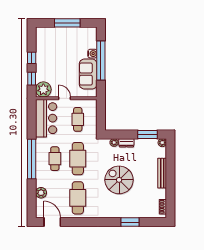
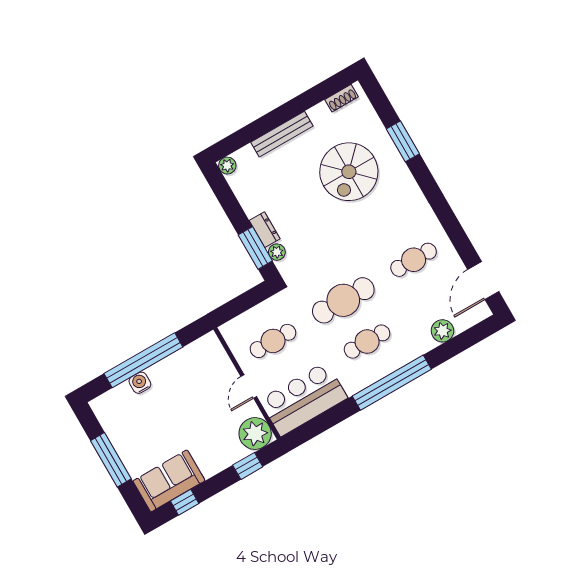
window: (32, 58) -> (185, 502), moved
sofa: (88, 74) -> (169, 481), moved, turned 180
window: (147, 134) -> (255, 248), moved
spiral stairs: (119, 180) -> (349, 172), moved
cafe table: (78, 198) -> (414, 260), width x0.73, depth x0.74

